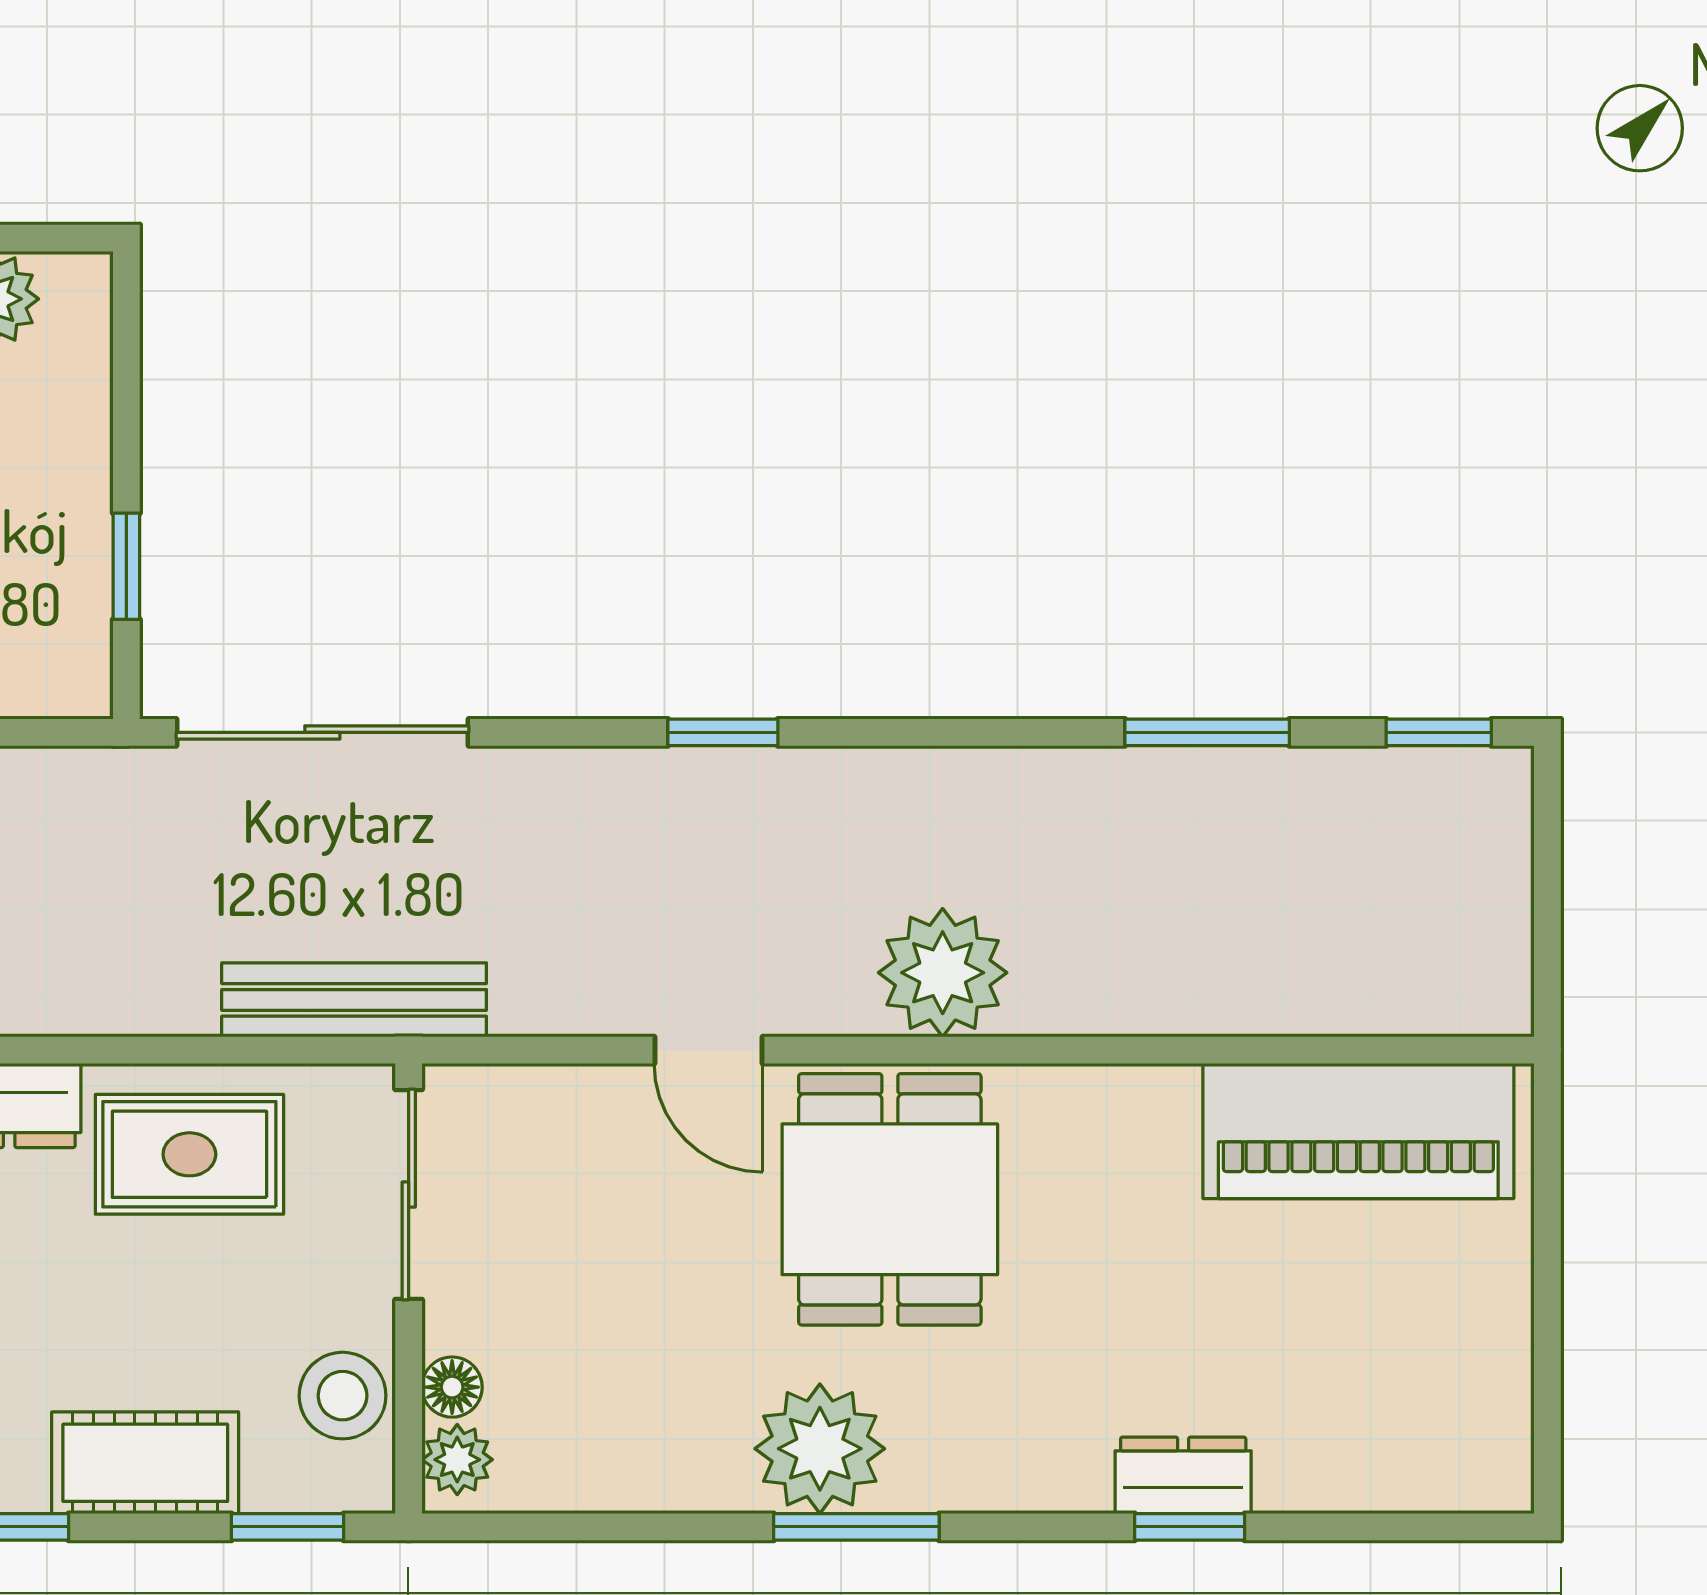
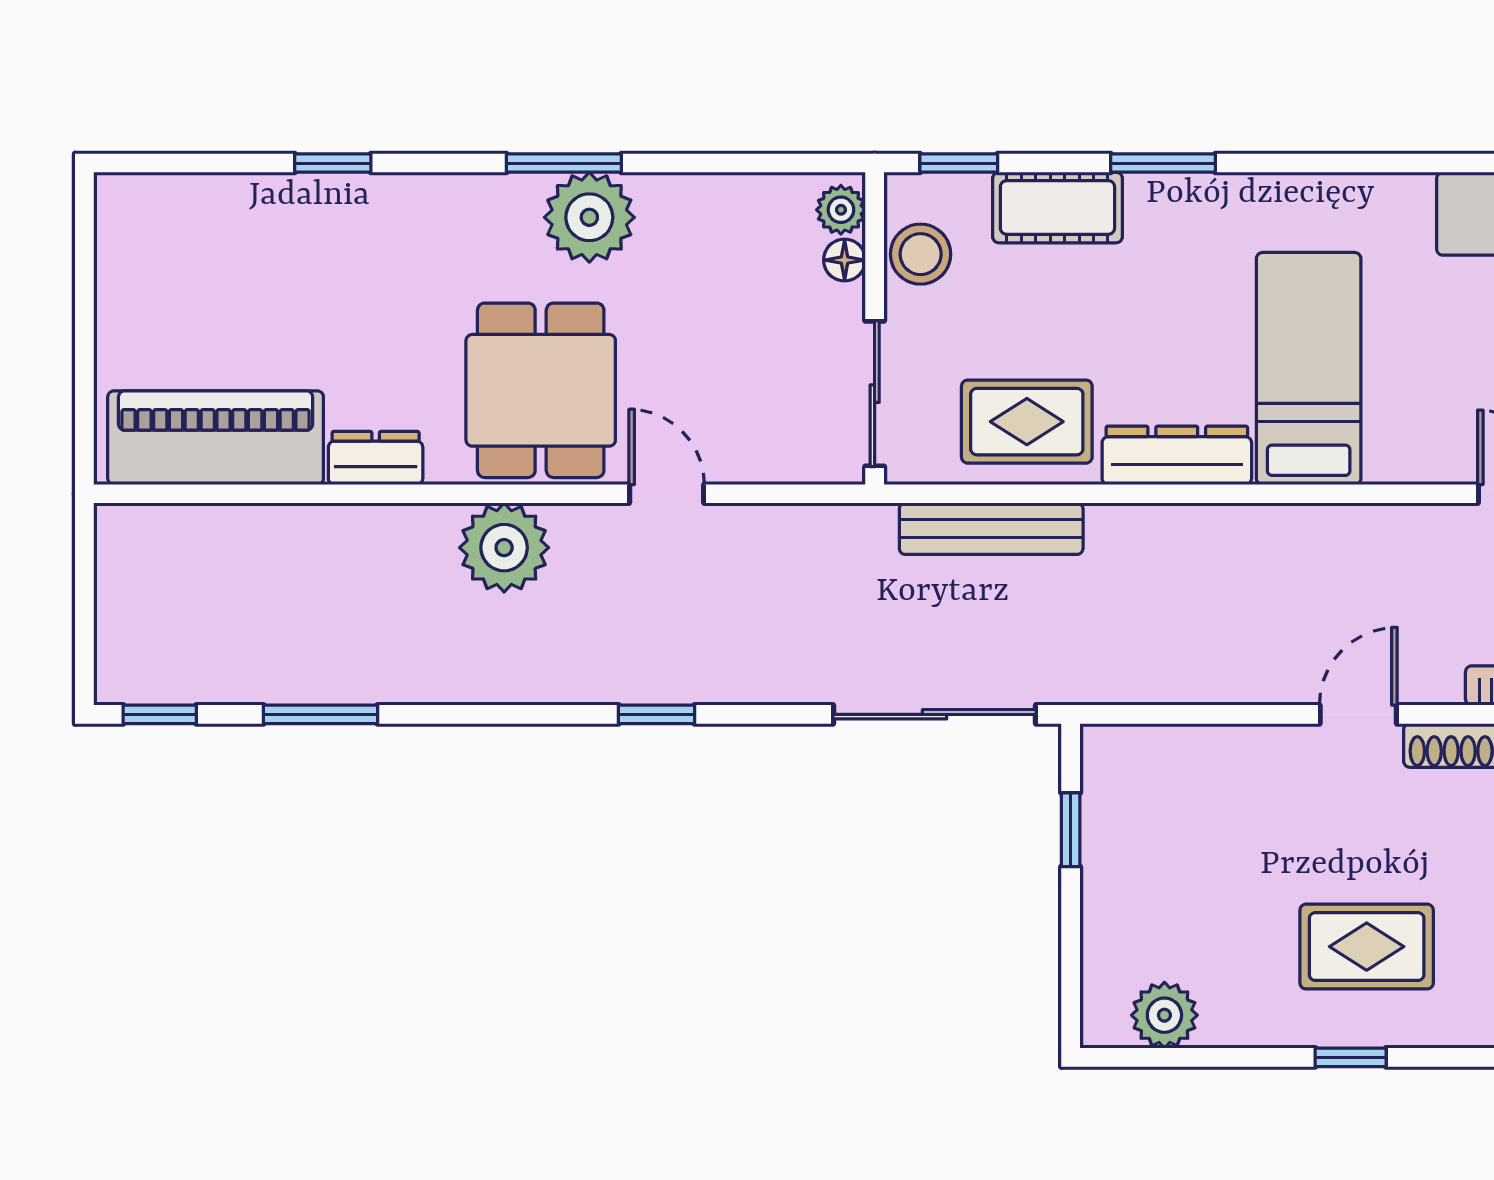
bench: (354, 1000) -> (991, 529), moved
dresser: (1183, 1475) -> (376, 458), moved, turned 180

